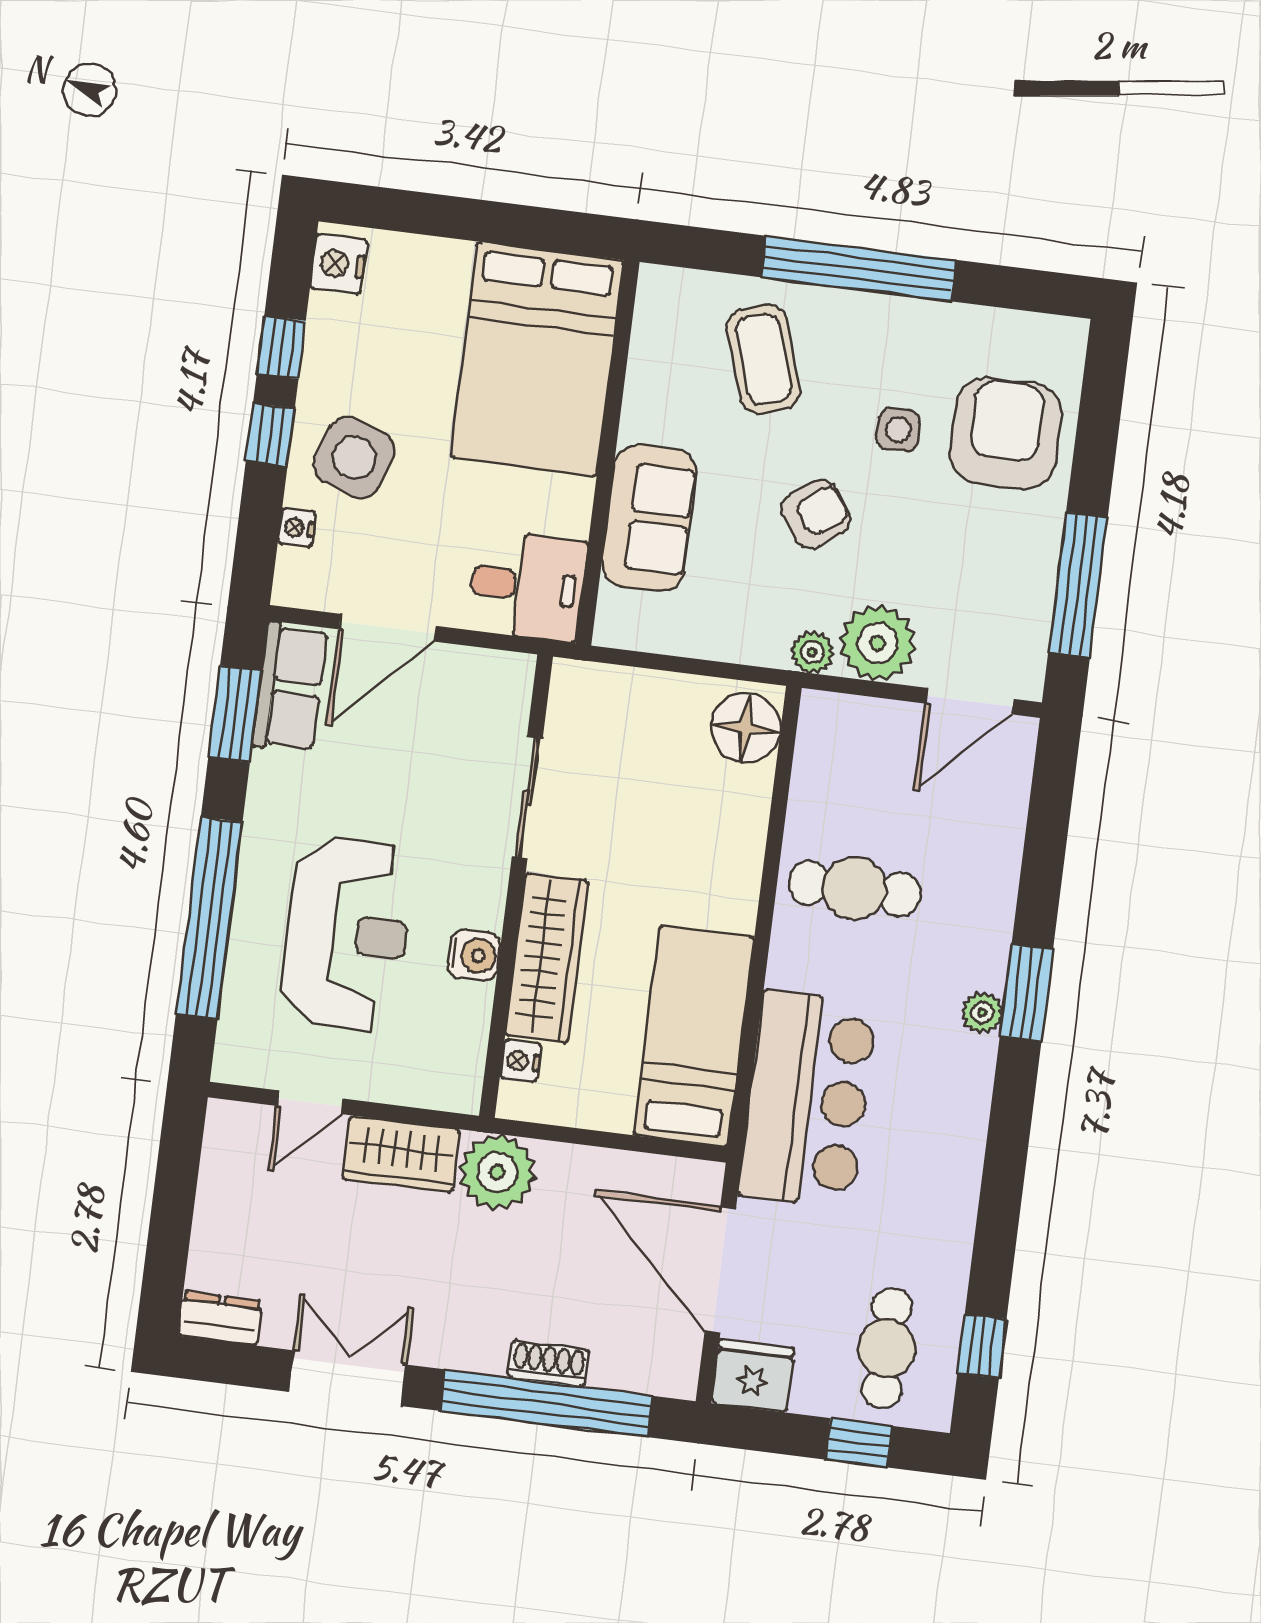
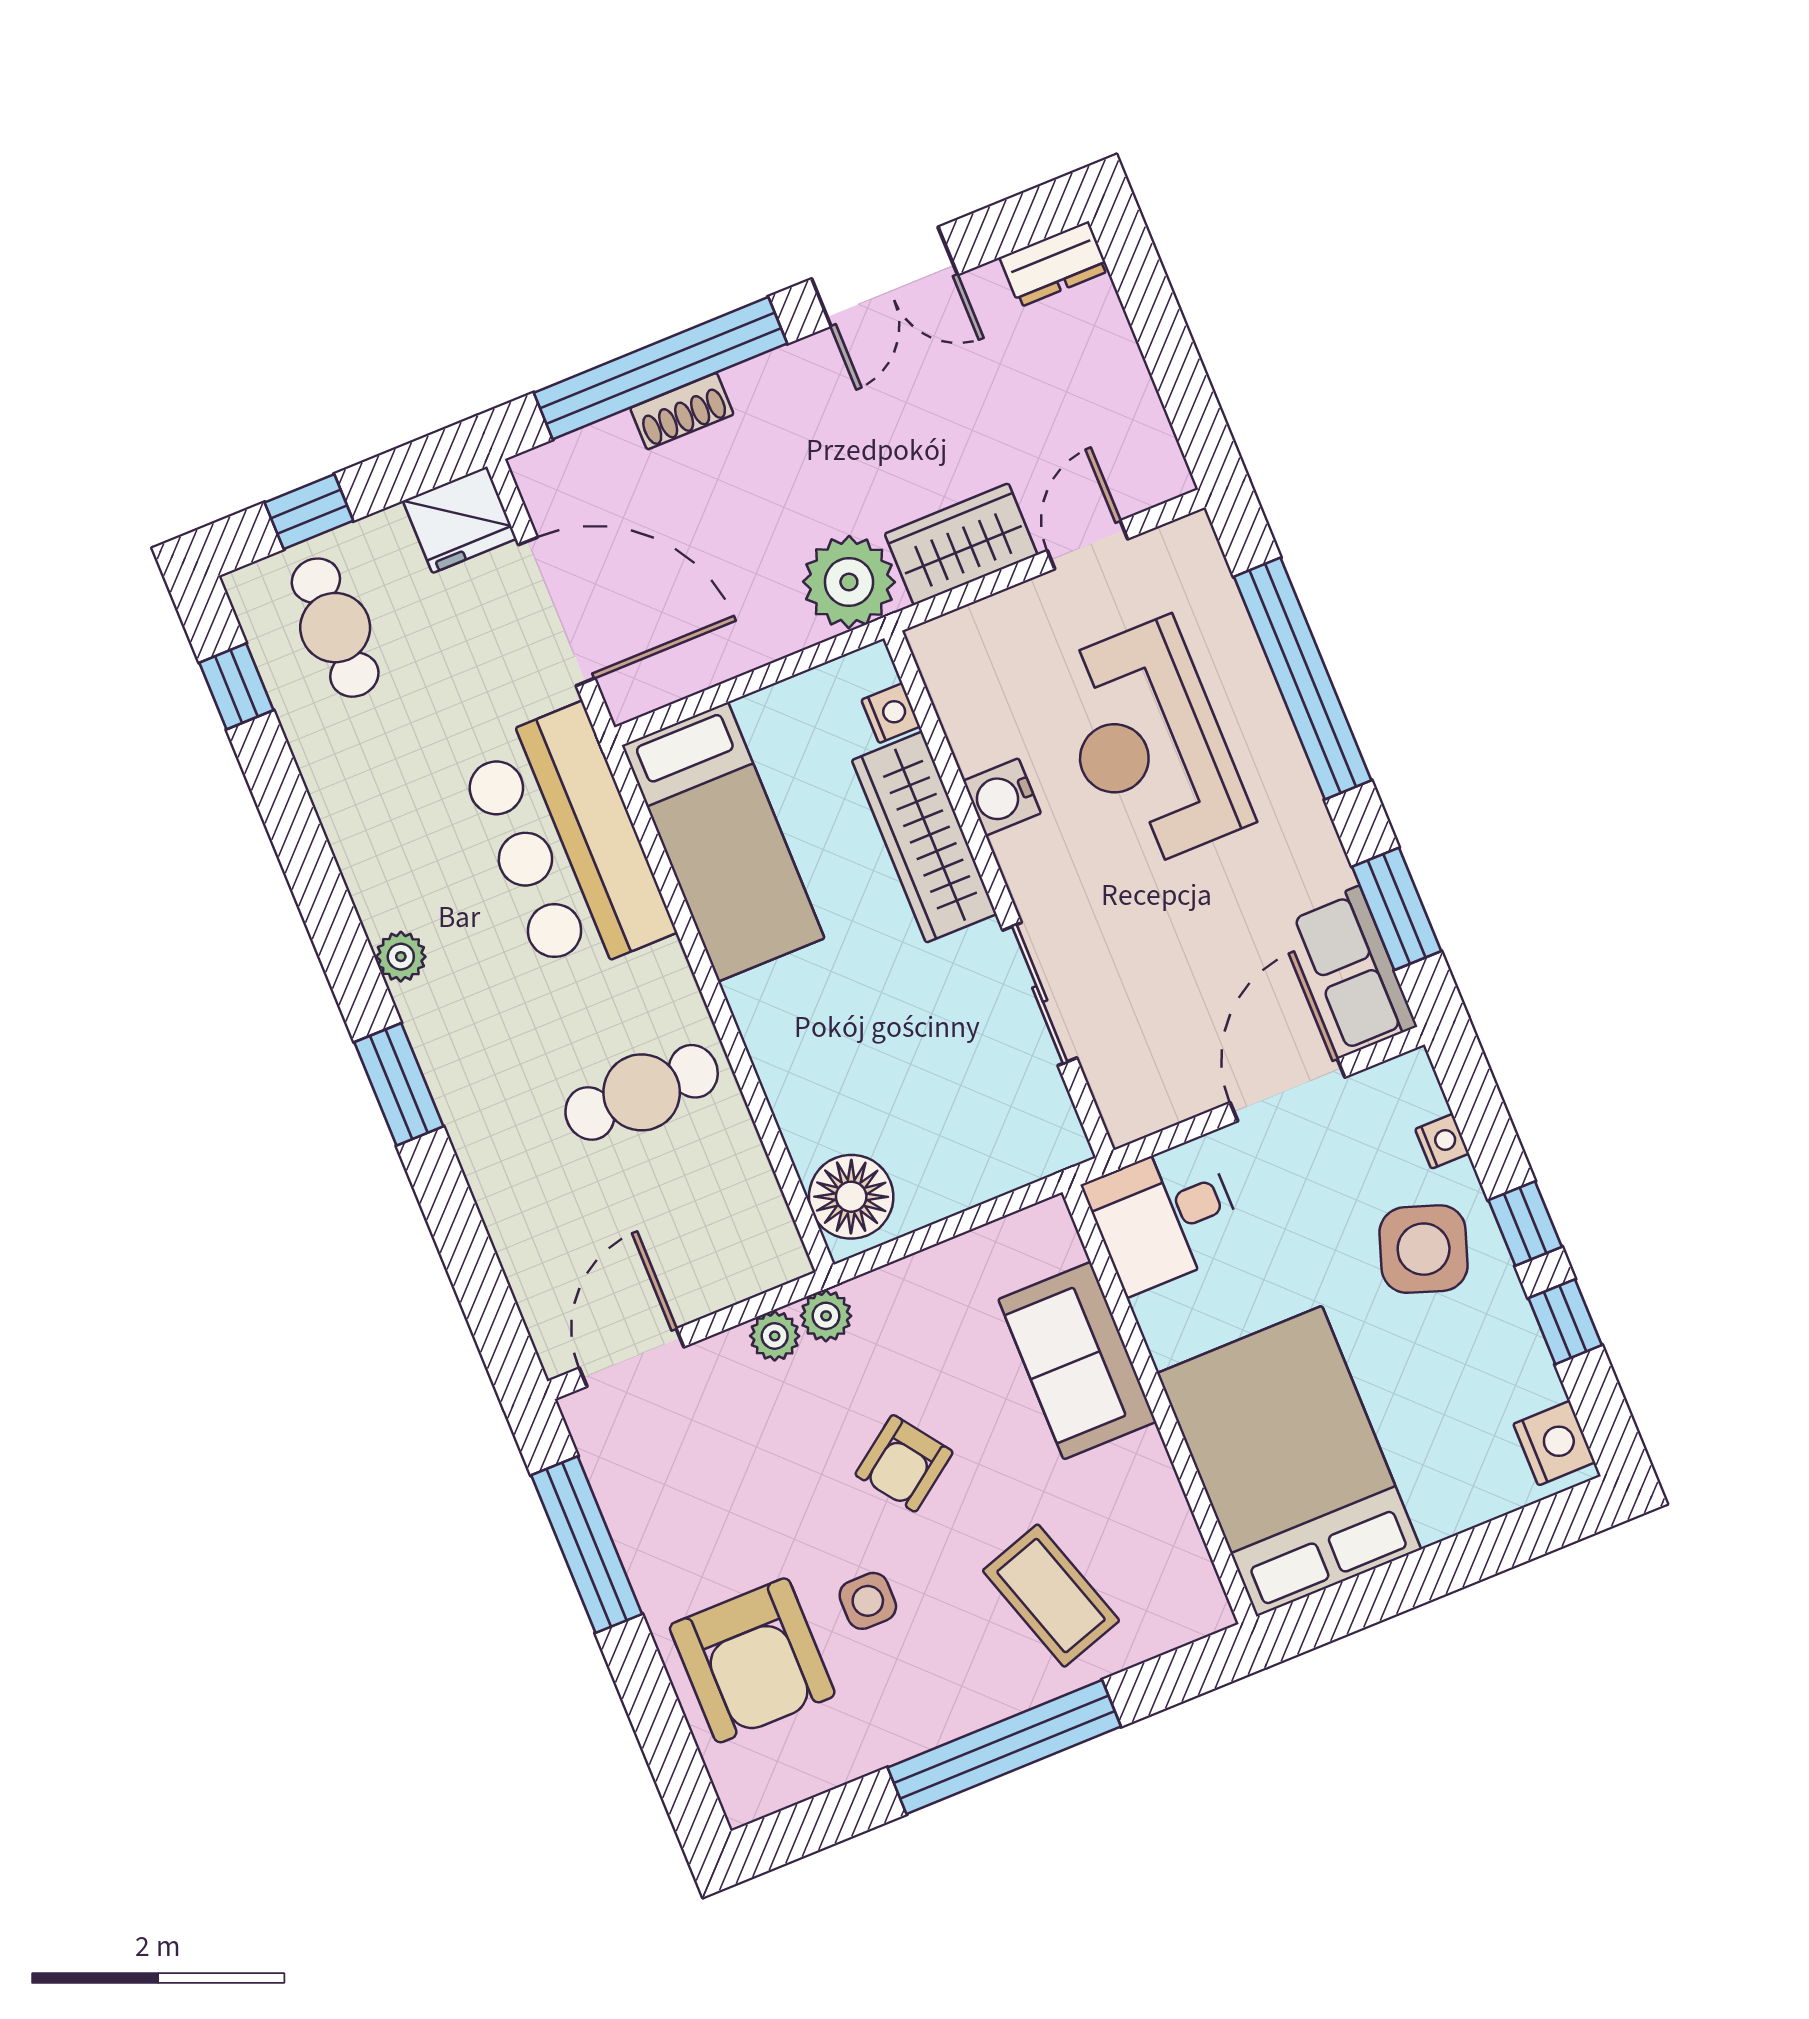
plant: (878, 643) -> (775, 1336), width x0.53, depth x0.53
plant: (982, 1013) -> (401, 957), moved

